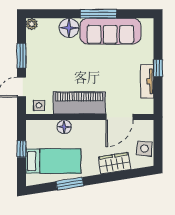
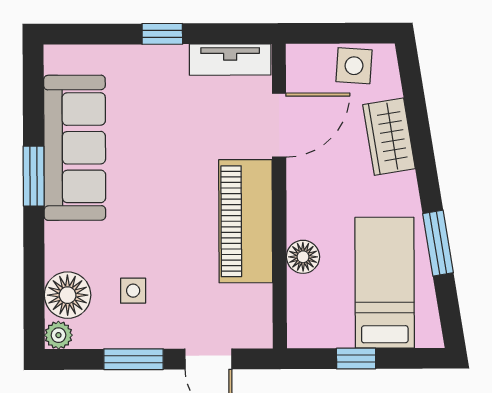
window: (99, 14) -> (34, 176), width x0.69
floor lamp: (69, 28) -> (68, 295), moved
tv unit: (147, 81) -> (230, 60), moved
side table: (39, 105) -> (133, 291), moved
door: (120, 117) -> (279, 125), hinge flipped

